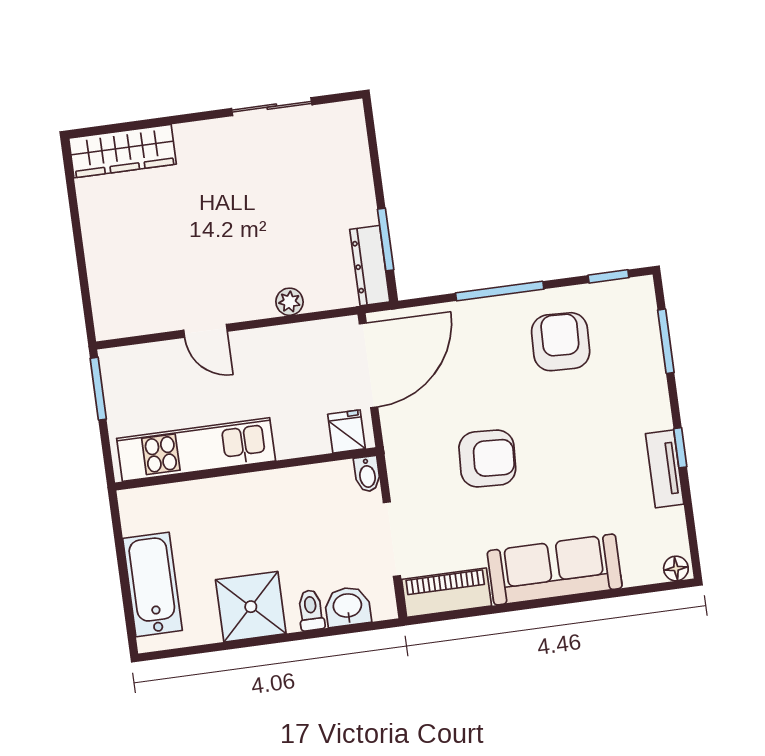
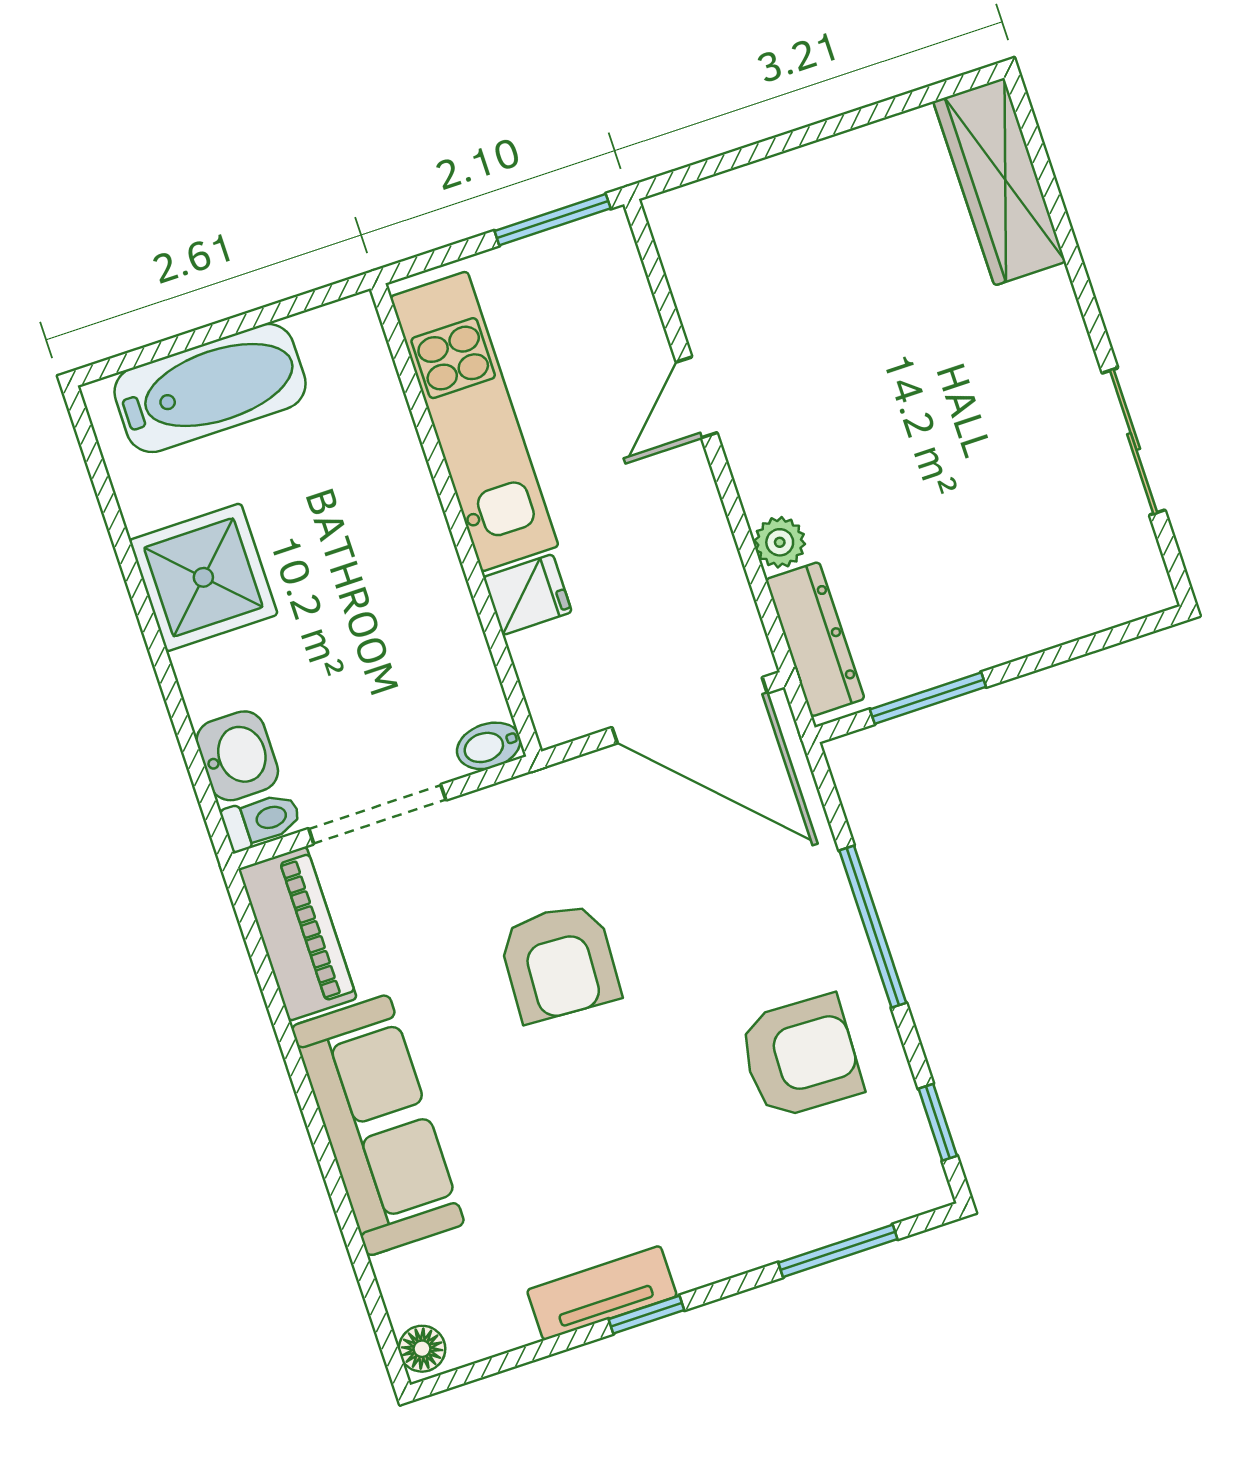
dresser: (370, 266) -> (815, 639), moved, turned 90
fridge: (347, 431) -> (527, 595), moved
toilet: (311, 610) -> (261, 821), moved

